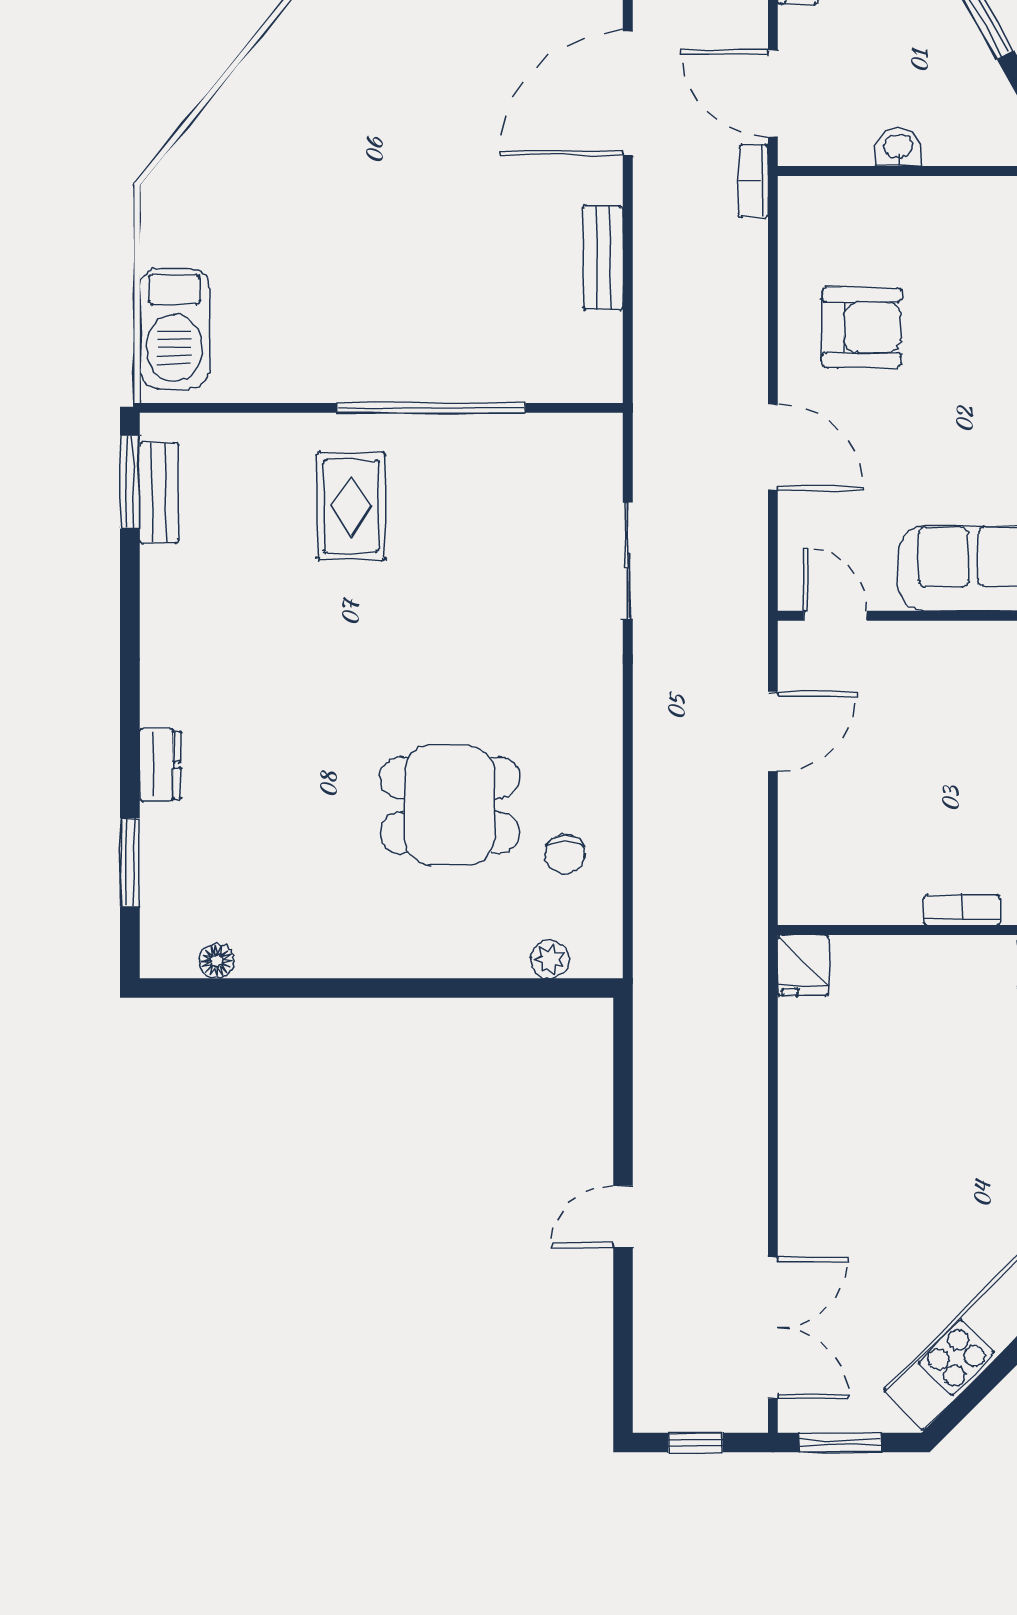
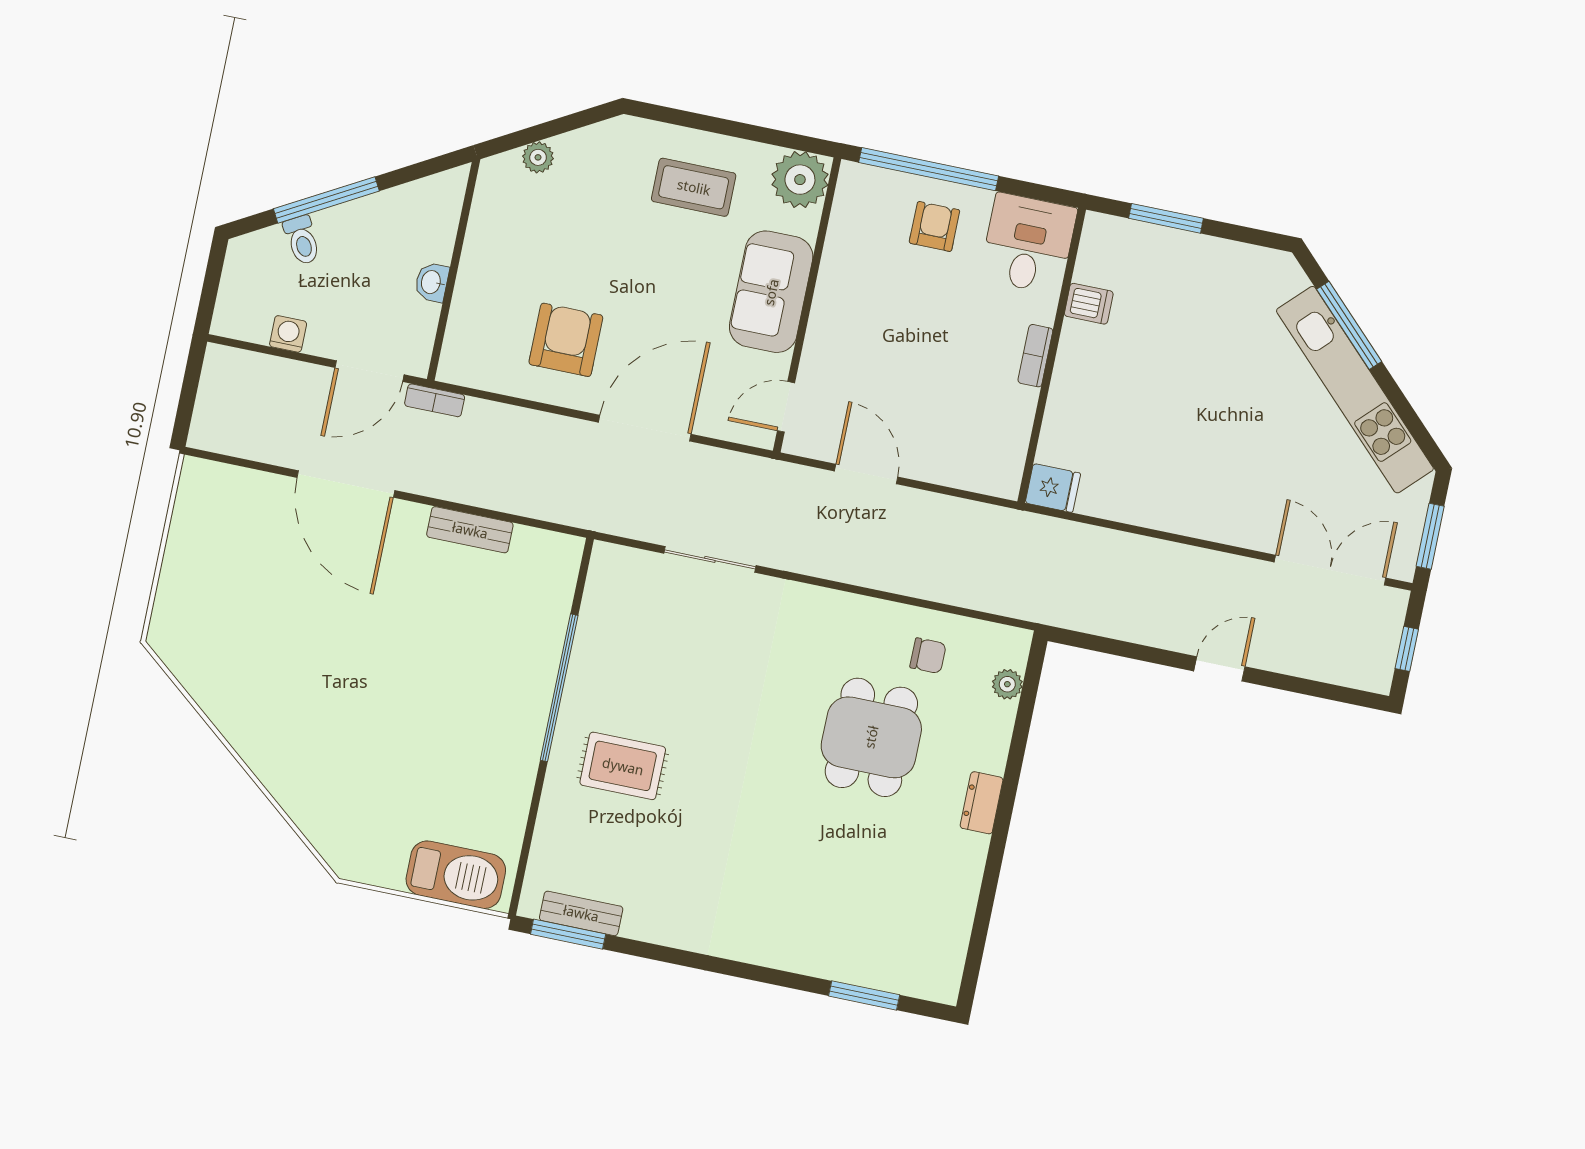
door: (773, 447) -> (645, 428), width x1.36
dresser: (160, 765) -> (982, 803), moved, turned -90
floor lamp: (216, 961) -> (955, 944), removed
door: (623, 1217) -> (1219, 669), swing flipped

